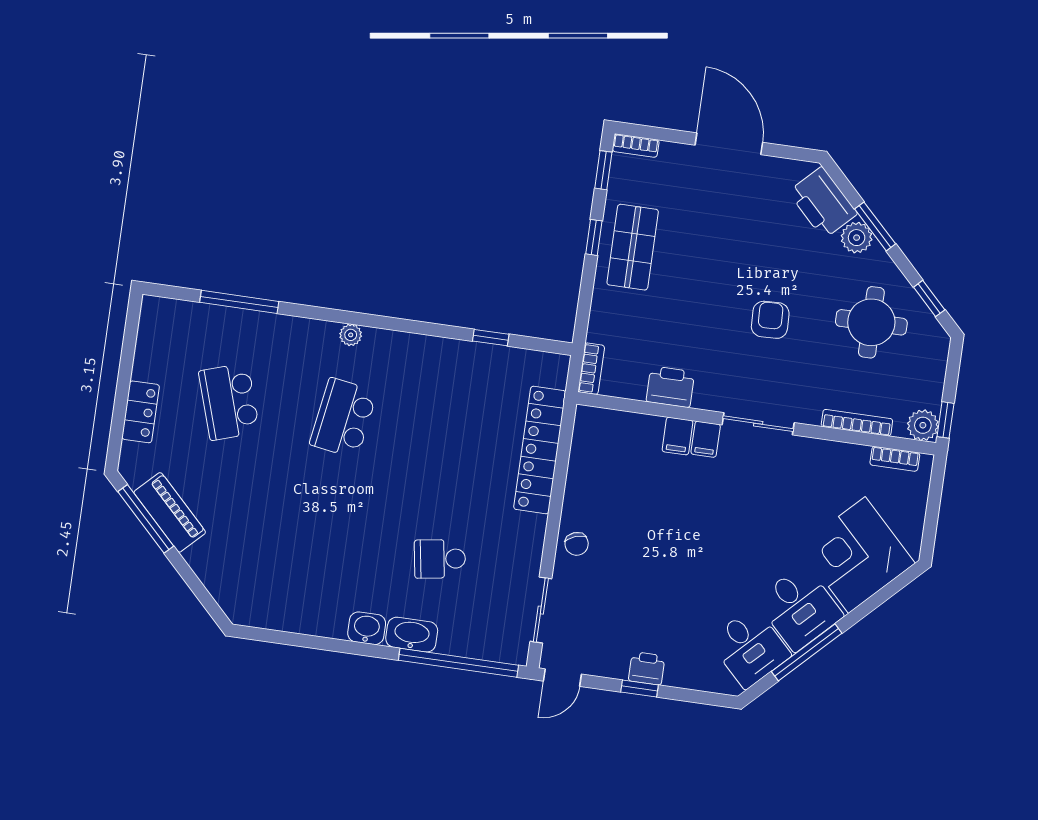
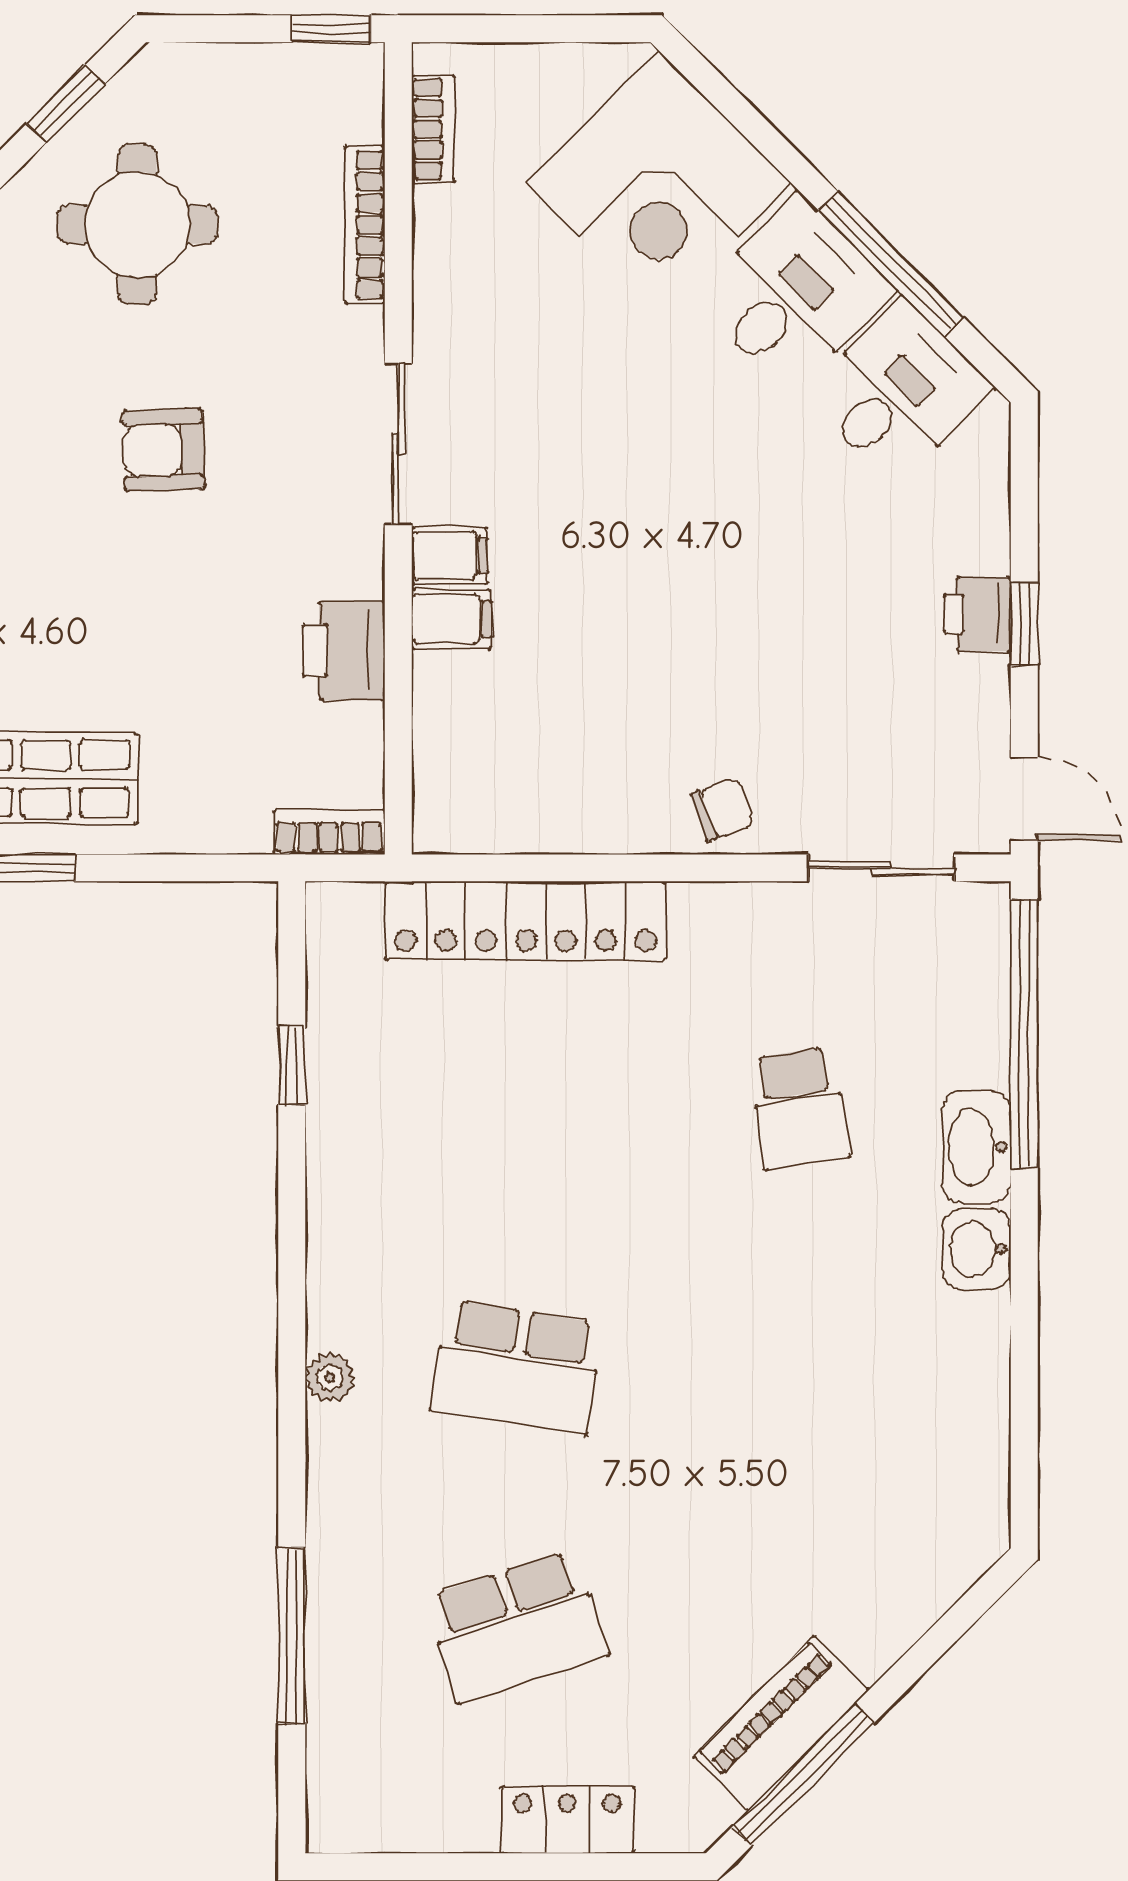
plant: (923, 425) -> (350, 77), removed

